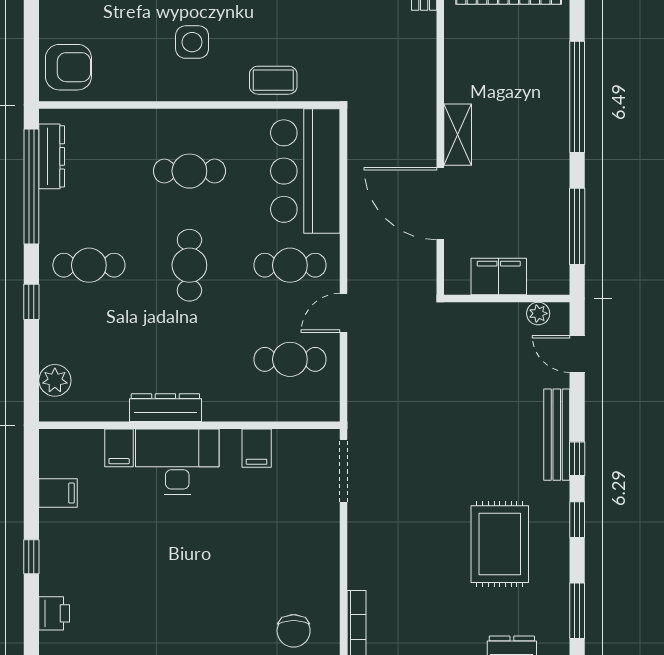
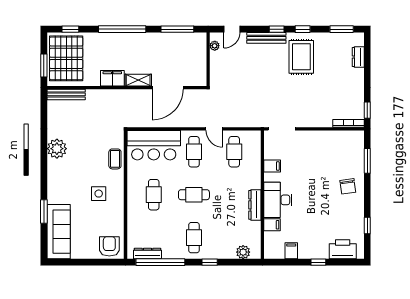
filing cabinet: (499, 276) -> (112, 78), moved, turned 90
rug: (500, 544) -> (301, 57), moved, turned 90
printer: (54, 613) -> (343, 249), width x1.87, depth x1.48
chair: (294, 631) -> (348, 186), moved, turned 82

